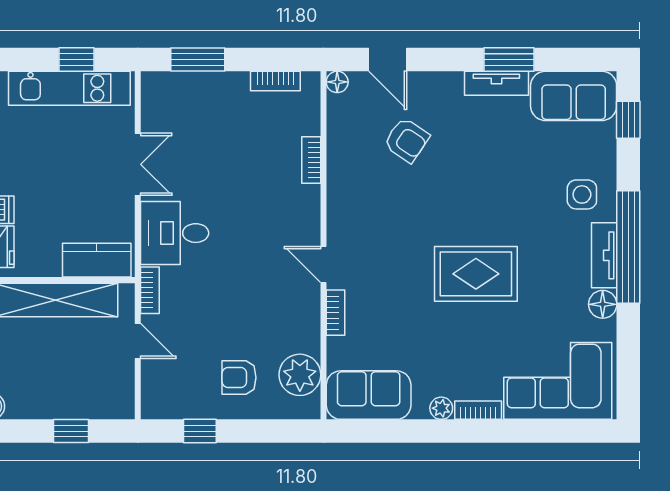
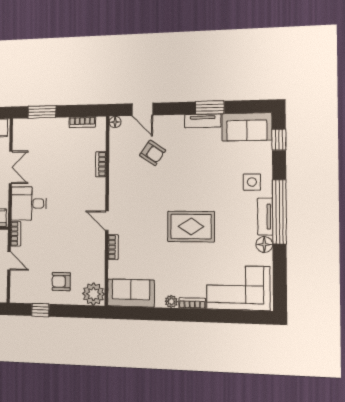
plant: (300, 375) -> (93, 294), moved

